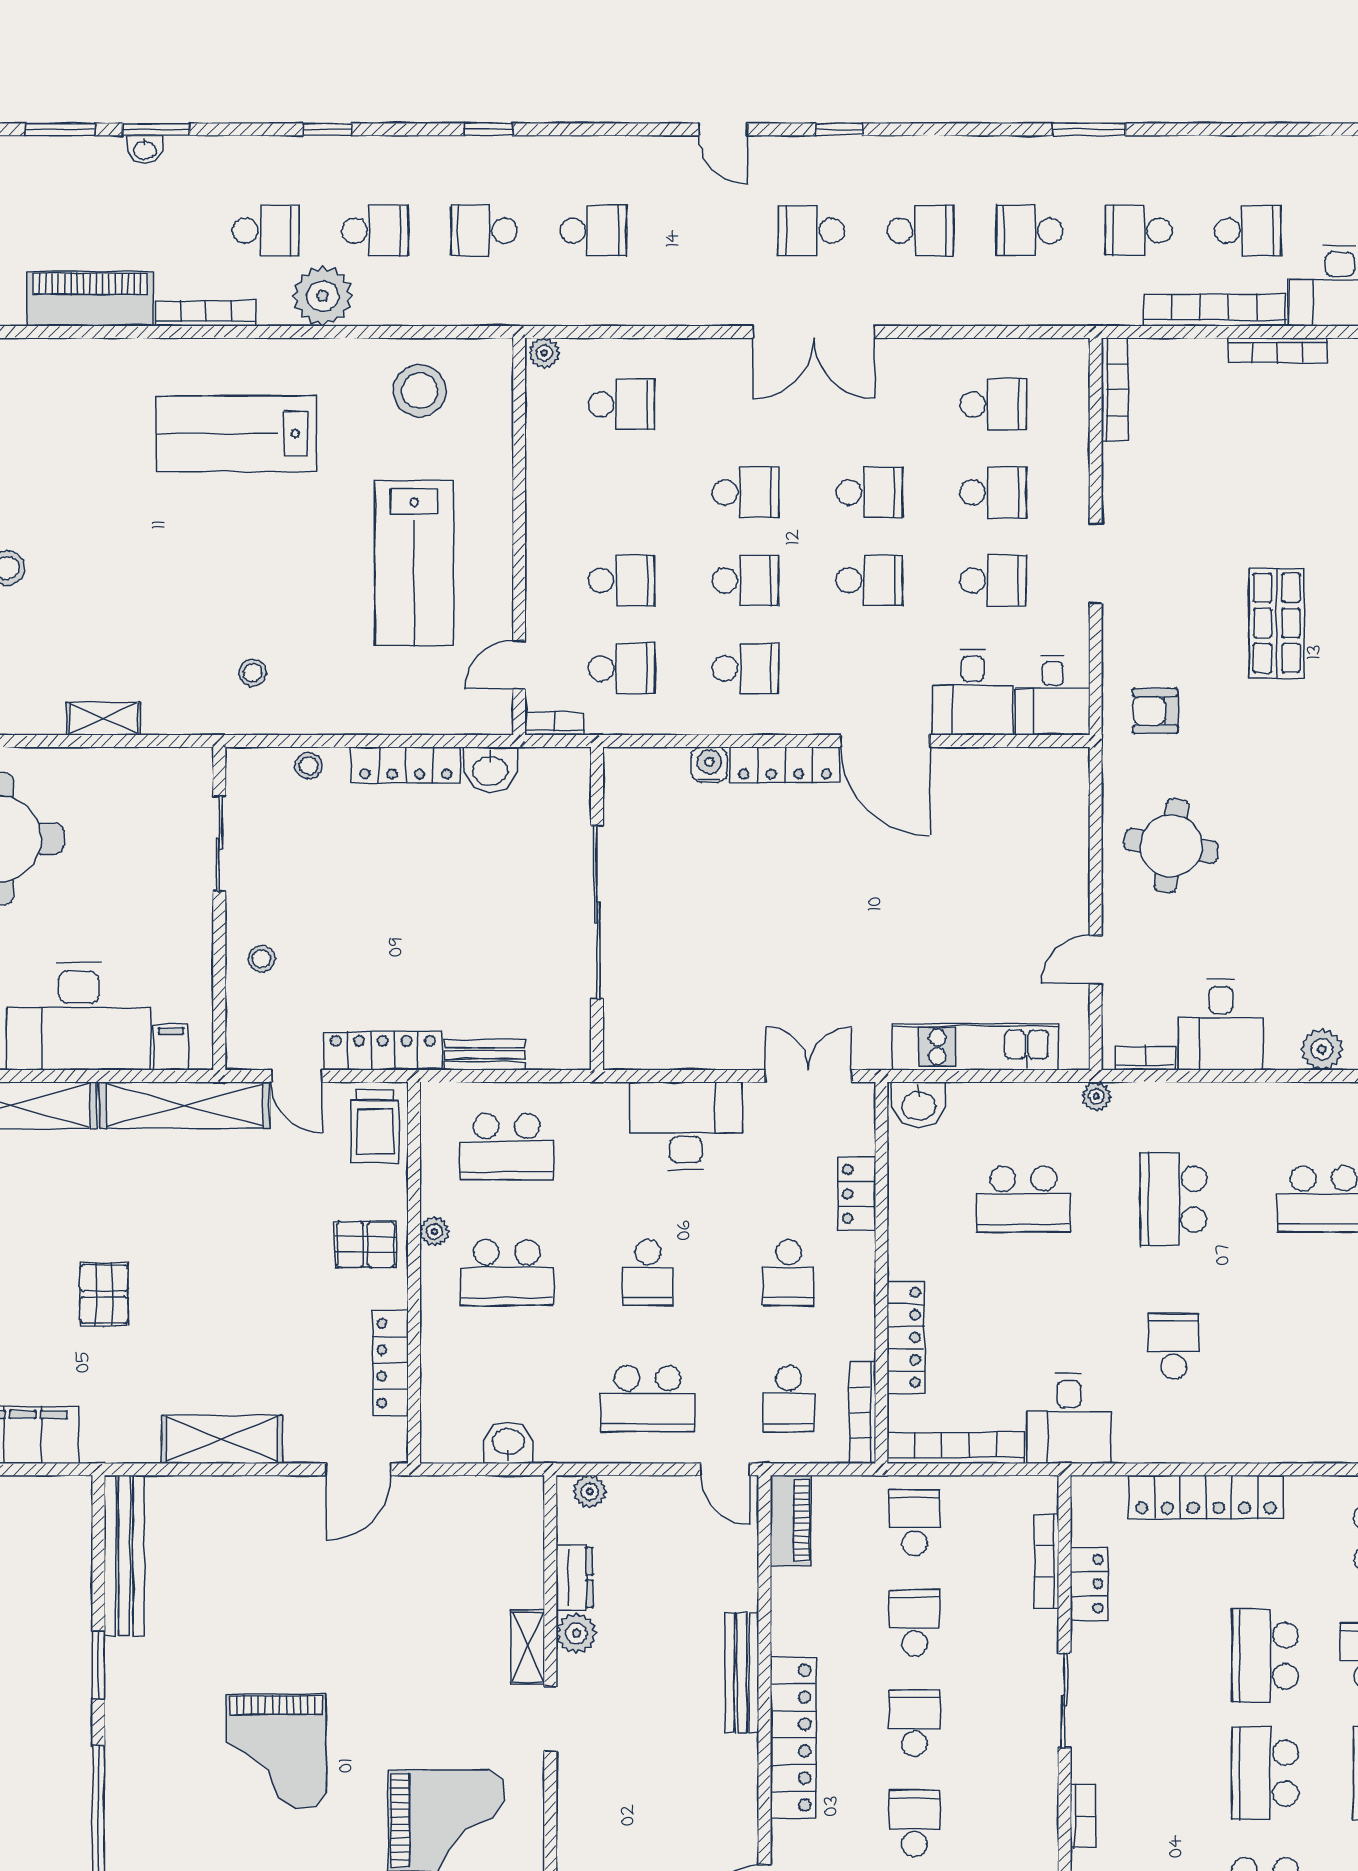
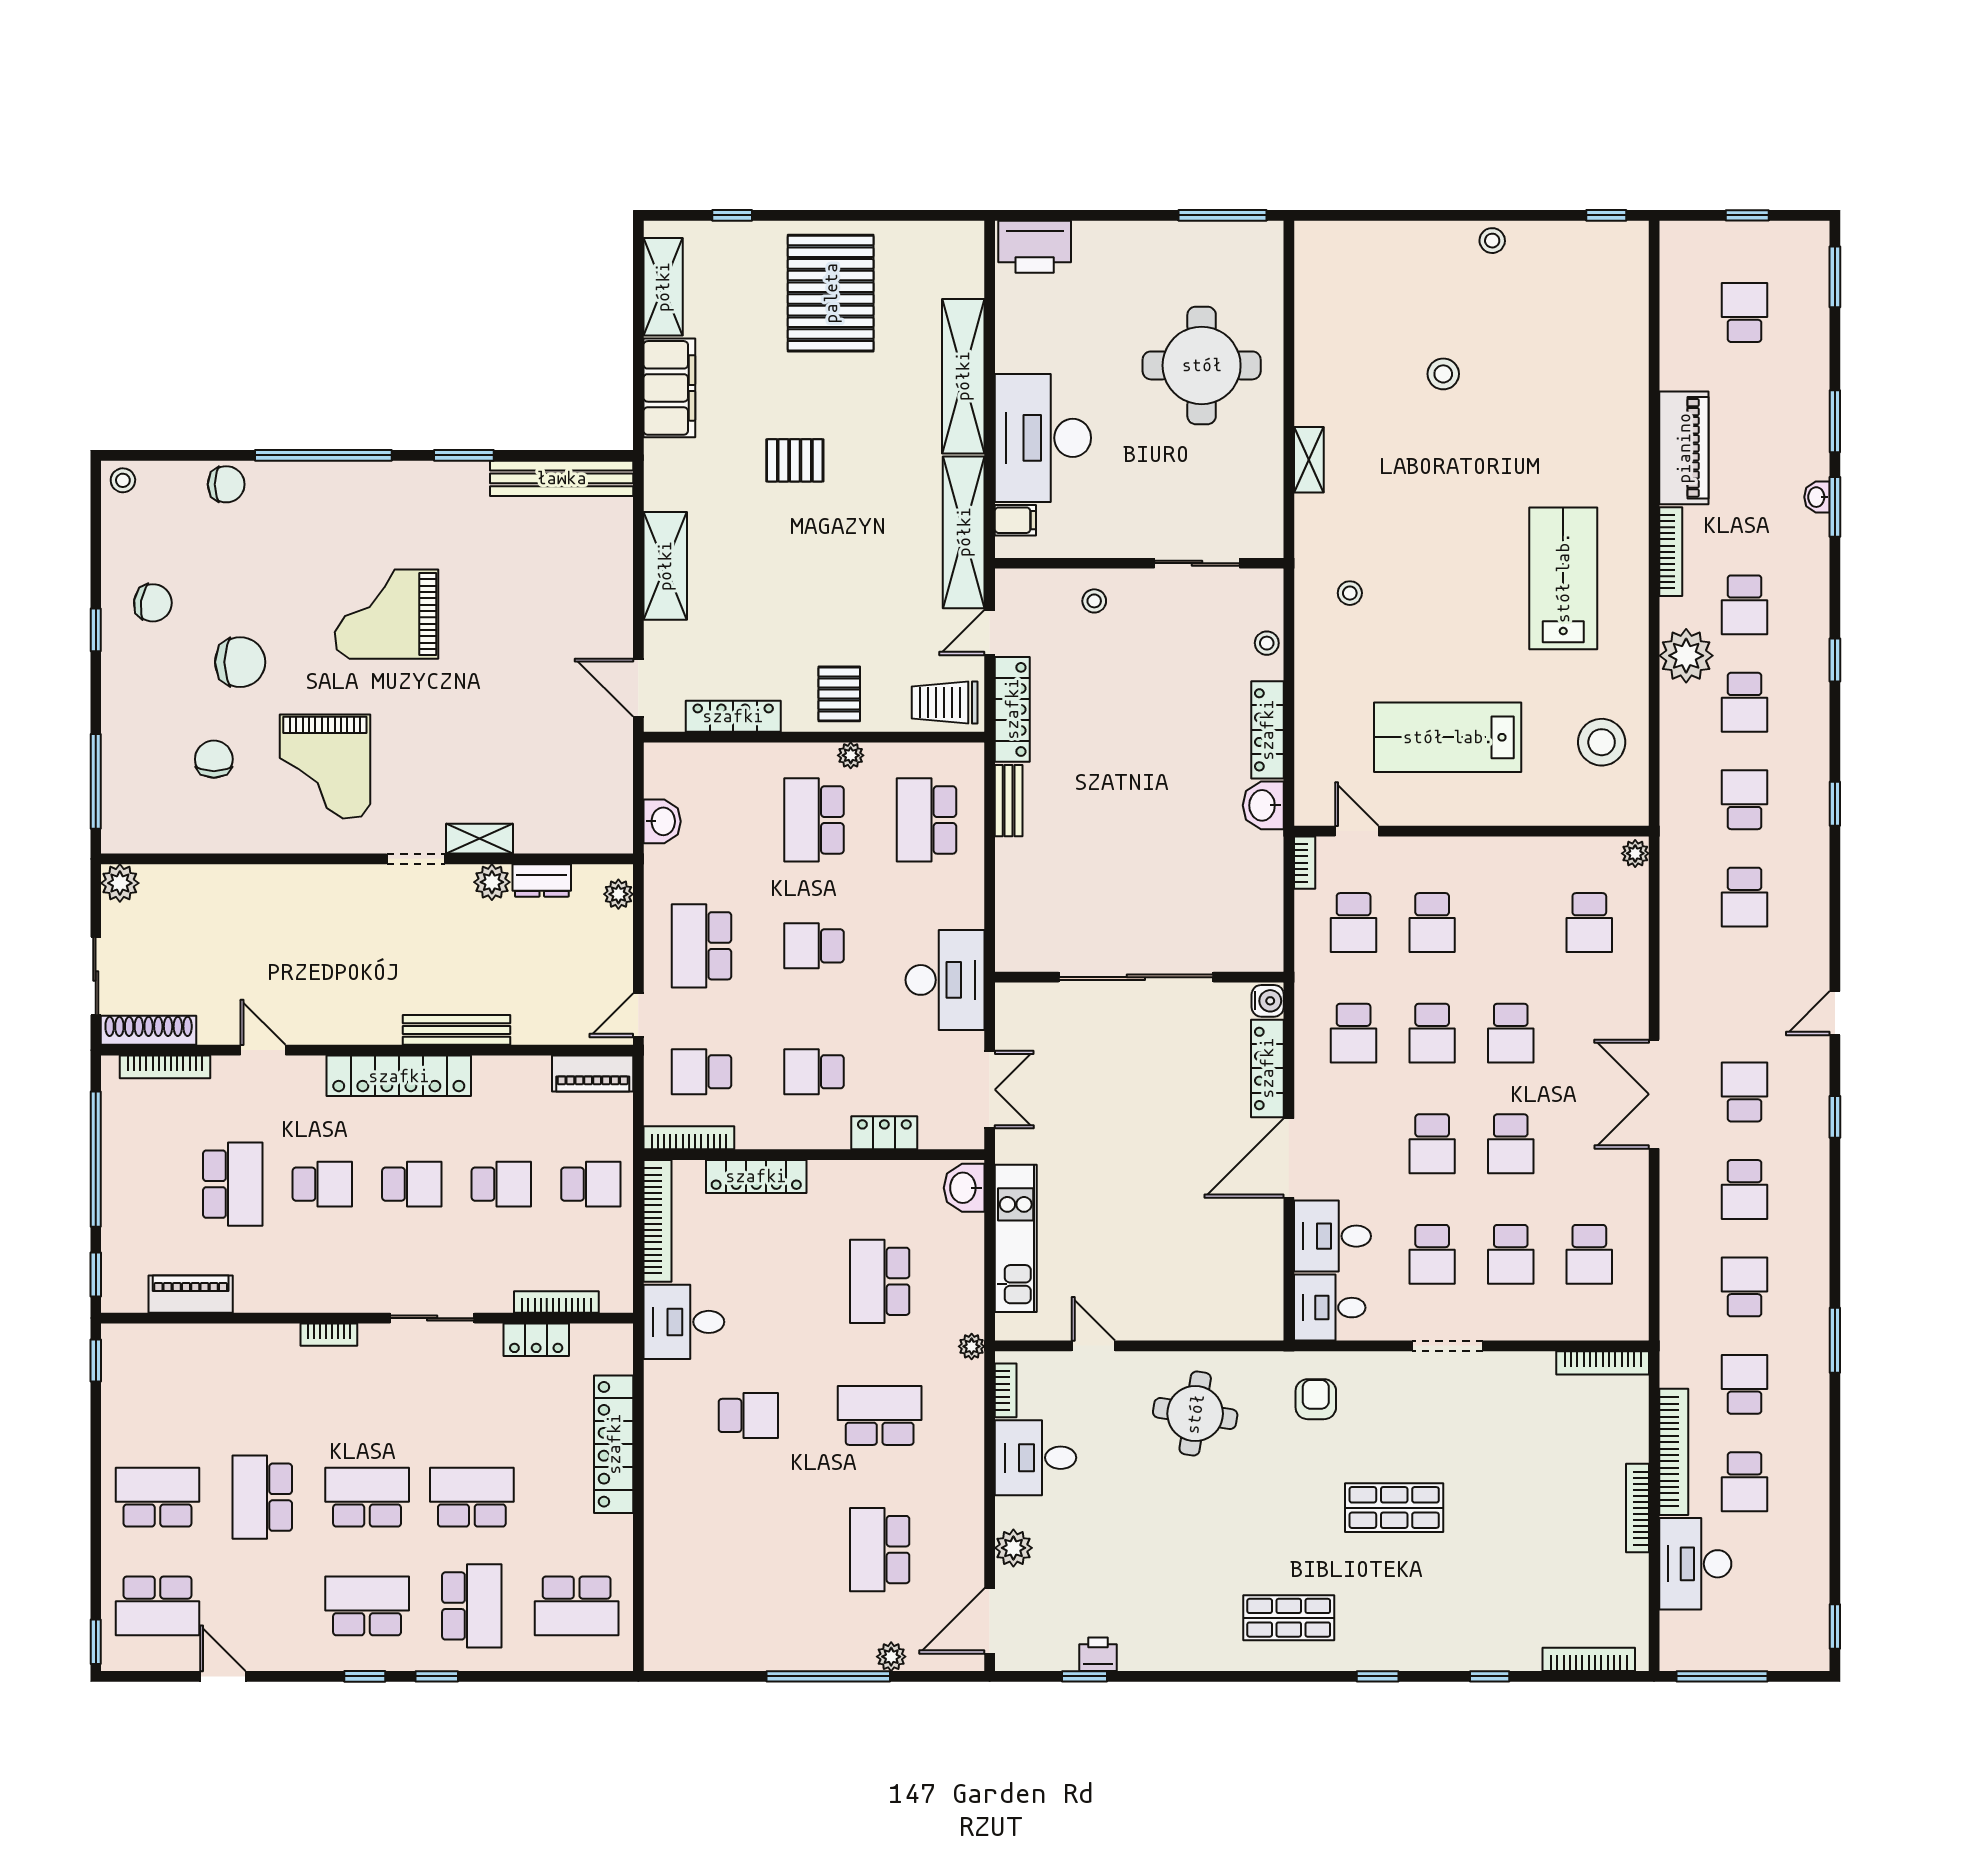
wall: (597, 908) -> (1139, 977), moved
sliding door: (597, 912) -> (1136, 977), moved

